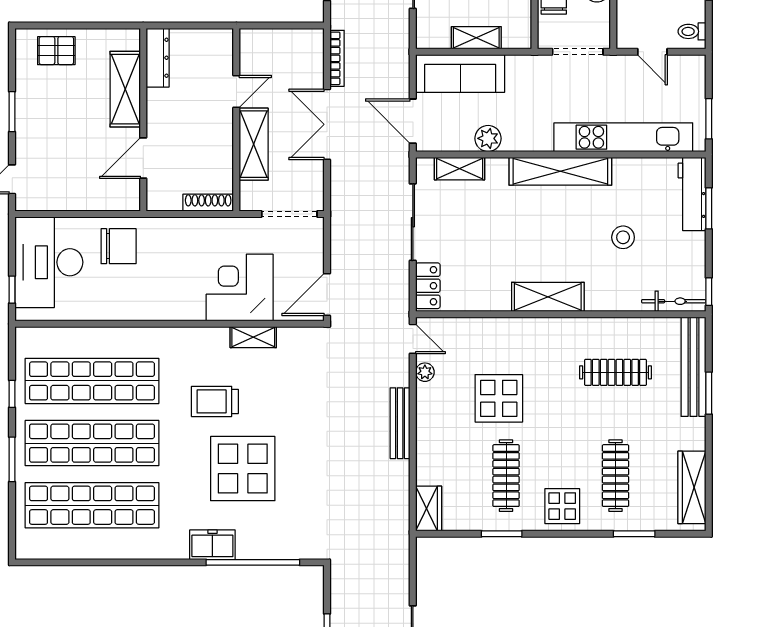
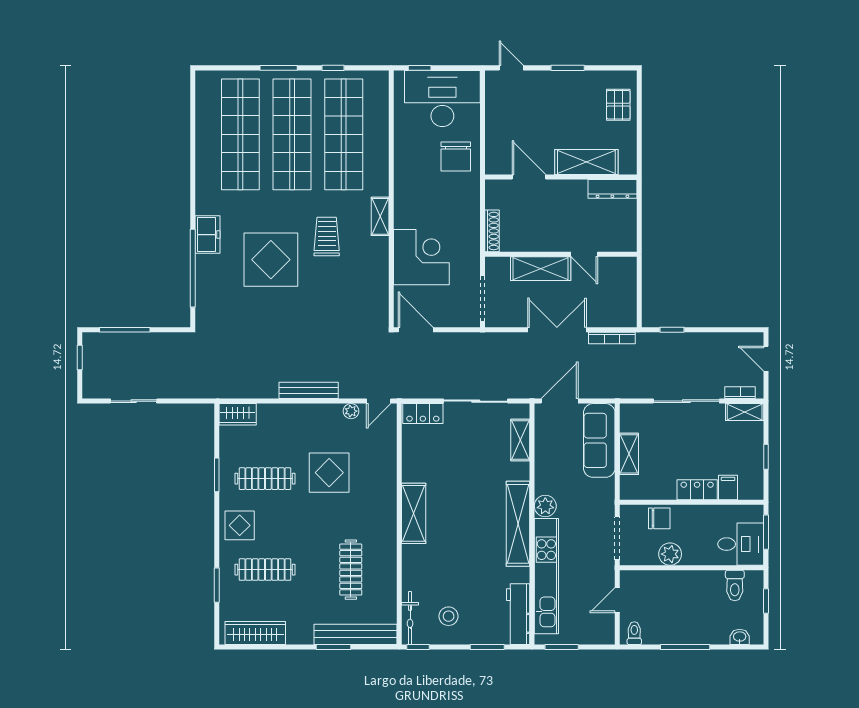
plant: (488, 138) -> (545, 506), moved
workbench: (692, 194) -> (518, 614), moved, turned -90
stool: (623, 237) -> (449, 616), moved
shelving: (253, 337) -> (380, 216), moved

